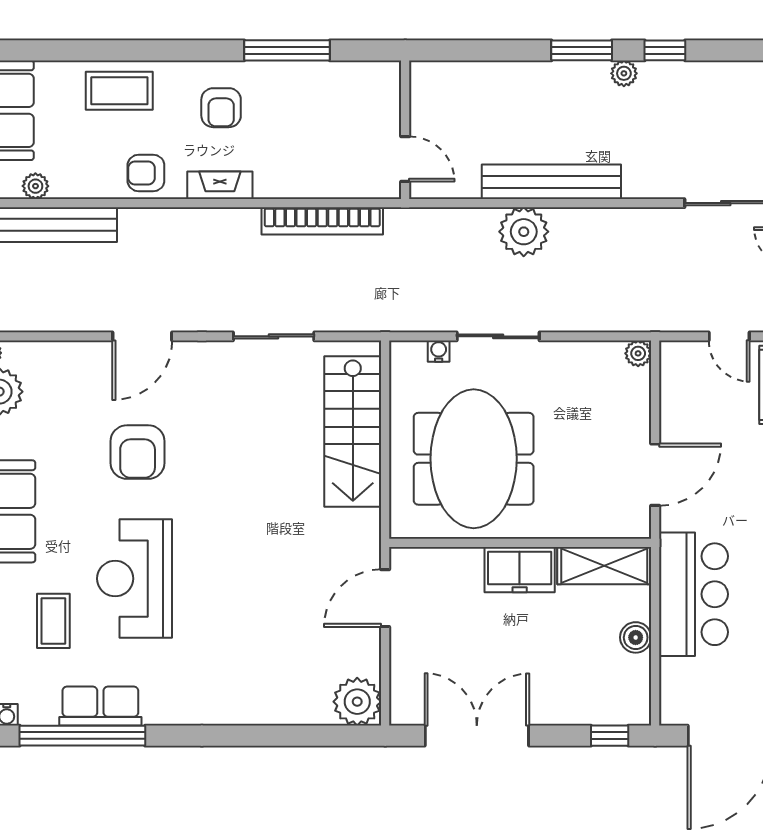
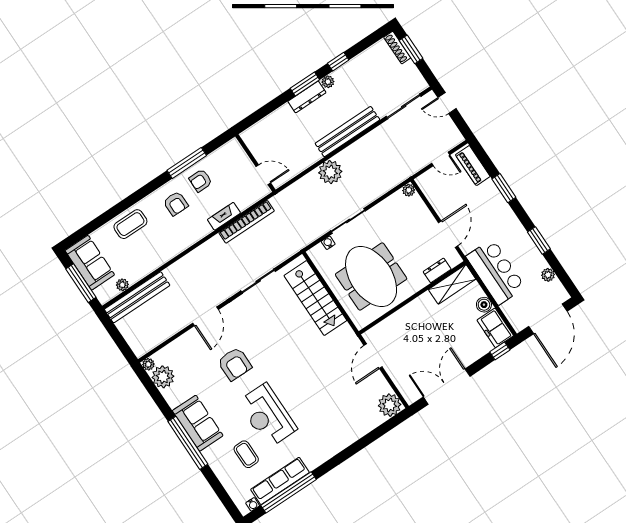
dresser: (570, 75) -> (307, 97), added
armchair: (146, 173) -> (201, 181), moved
bench: (551, 182) -> (347, 132), moved
fireplace: (220, 185) -> (224, 216), moved
dresser: (595, 525) -> (437, 270), added
freezer: (520, 570) -> (495, 328), moved, turned 90
row of seats: (100, 706) -> (280, 481), width x1.48

